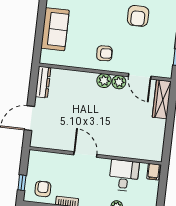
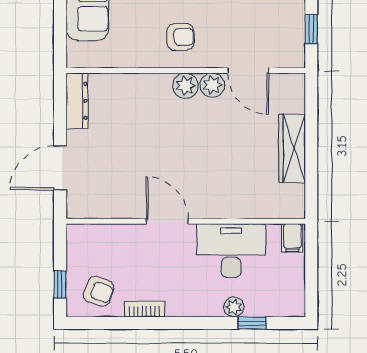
wardrobe: (162, 99) -> (292, 149), moved
desk: (124, 175) -> (231, 251), width x1.37
armchair: (43, 189) -> (99, 291), turned 110

